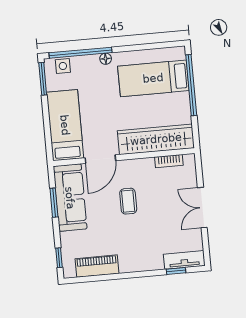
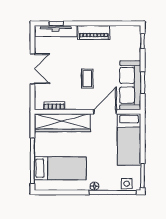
tv unit: (184, 260) -> (56, 31), width x1.41
piano: (97, 266) -> (94, 32), moved

